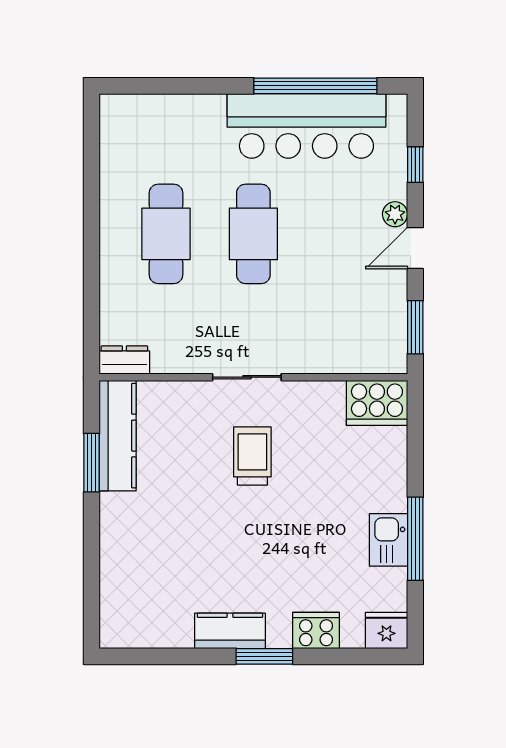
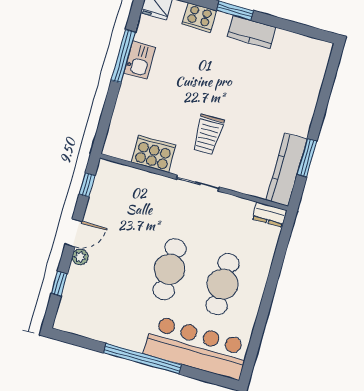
window: (315, 86) -> (142, 359), moved
bar counter: (306, 126) -> (197, 348), moved
window: (415, 327) -> (87, 185), width x0.67
cooker: (377, 403) -> (153, 154), moved

